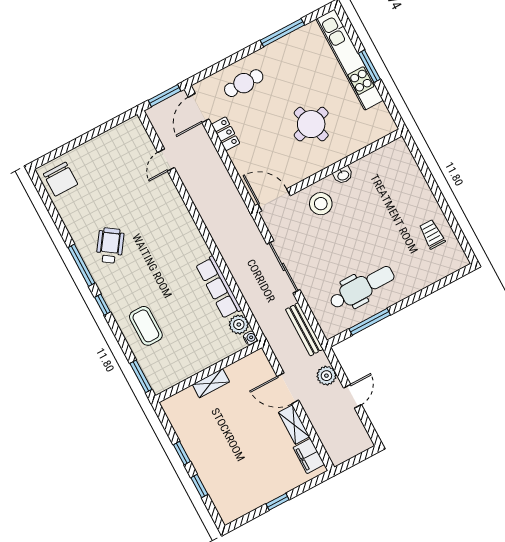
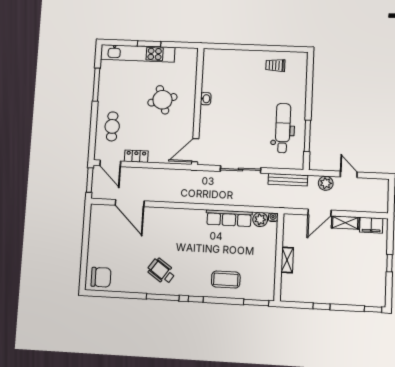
door: (166, 160) -> (130, 203), width x1.87
stool: (321, 204) -> (215, 123), removed
window: (199, 486) -> (373, 309), moved

